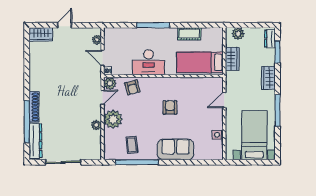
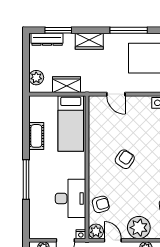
dresser: (270, 39) -> (47, 39), width x1.44
desk: (148, 62) -> (71, 198), moved
armchair: (170, 107) -> (125, 159), turned 124

